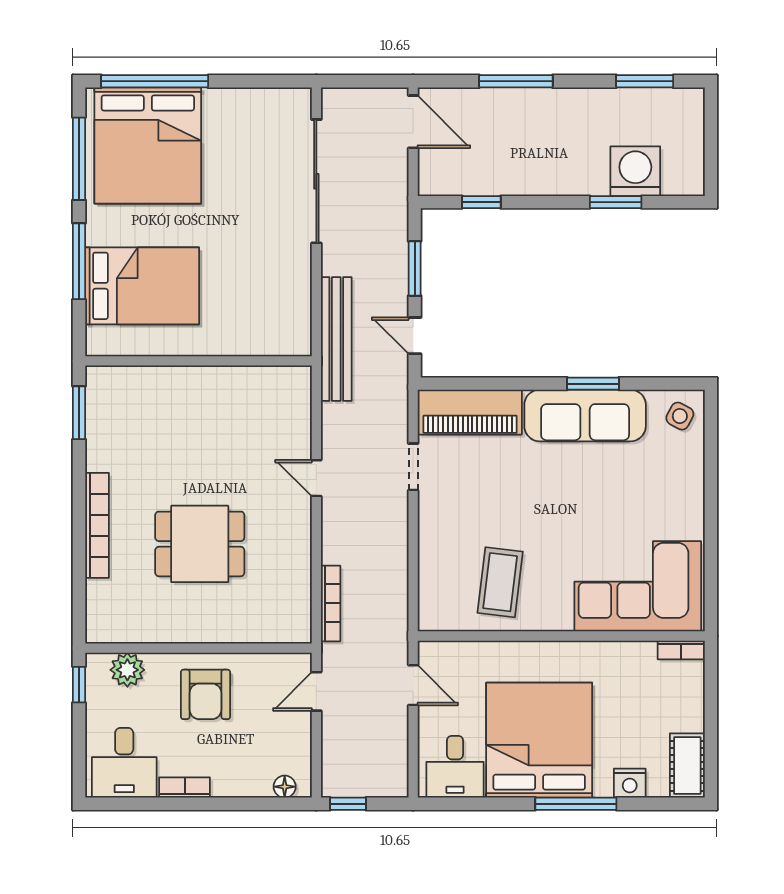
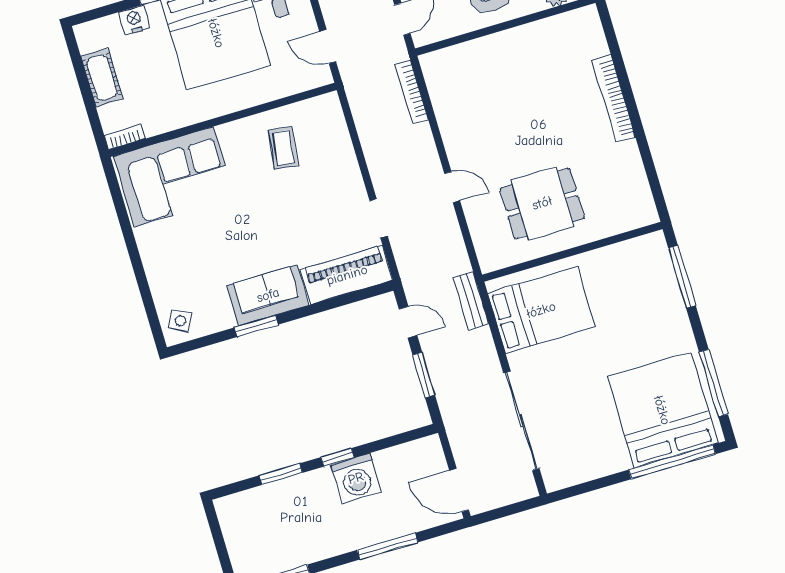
washing machine: (635, 171) -> (356, 478), moved
window: (481, 202) -> (338, 457), moved
window: (79, 261) -> (682, 277), moved
bed: (142, 286) -> (541, 310), moved, turned 180
bench: (336, 339) -> (471, 301), width x0.54, depth x0.82
window: (79, 413) -> (654, 183), removed
sofa: (585, 415) -> (268, 295), width x0.73
dining table: (200, 544) -> (542, 203), moved
coffee table: (500, 582) -> (283, 148), width x0.73, depth x0.77
cot: (687, 766) -> (102, 78), moved

